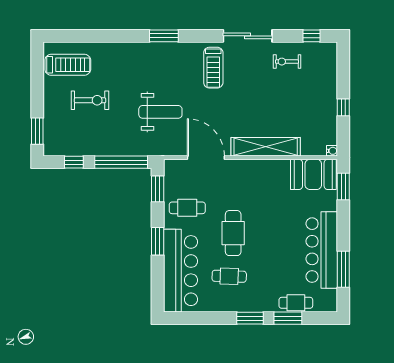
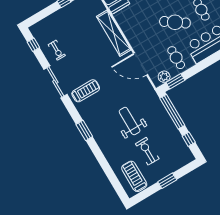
weight bench: (160, 112) -> (130, 121), moved
window: (37, 131) -> (167, 181), moved
door: (206, 158) -> (141, 64), hinge flipped
plant: (172, 178) -> (164, 77), added
cafe table: (233, 233) -> (175, 22), turned 35
window: (158, 241) -> (206, 63), removed

